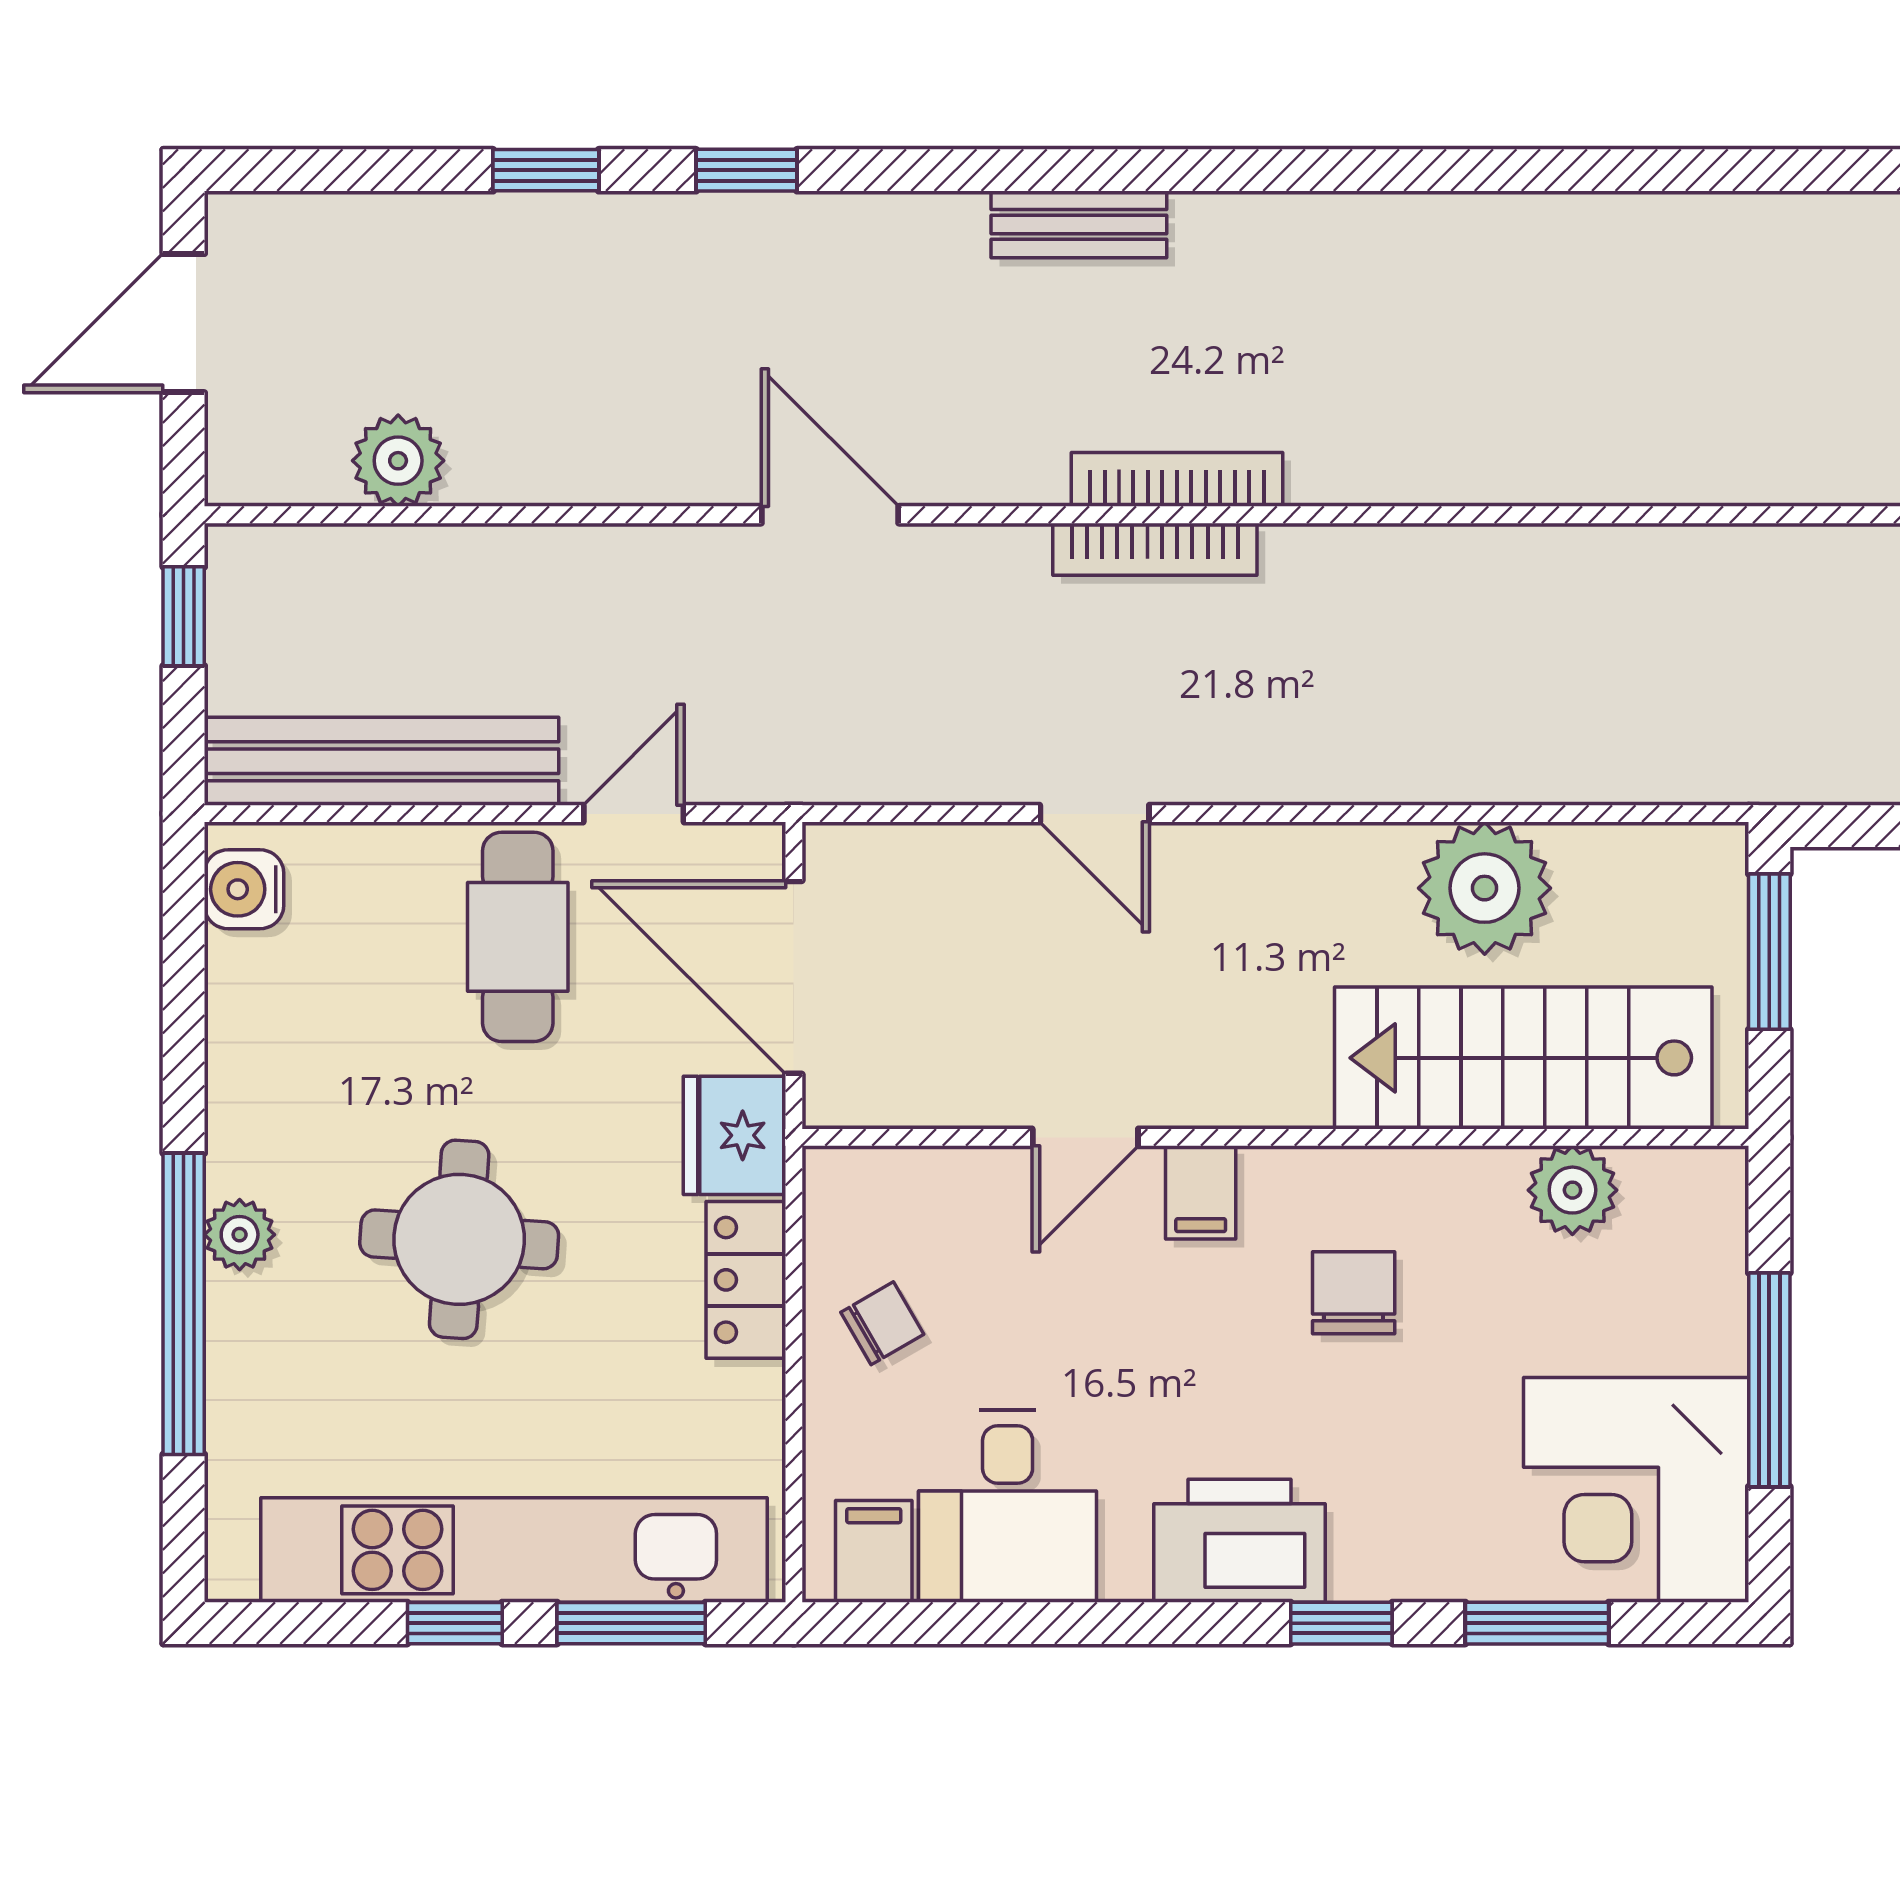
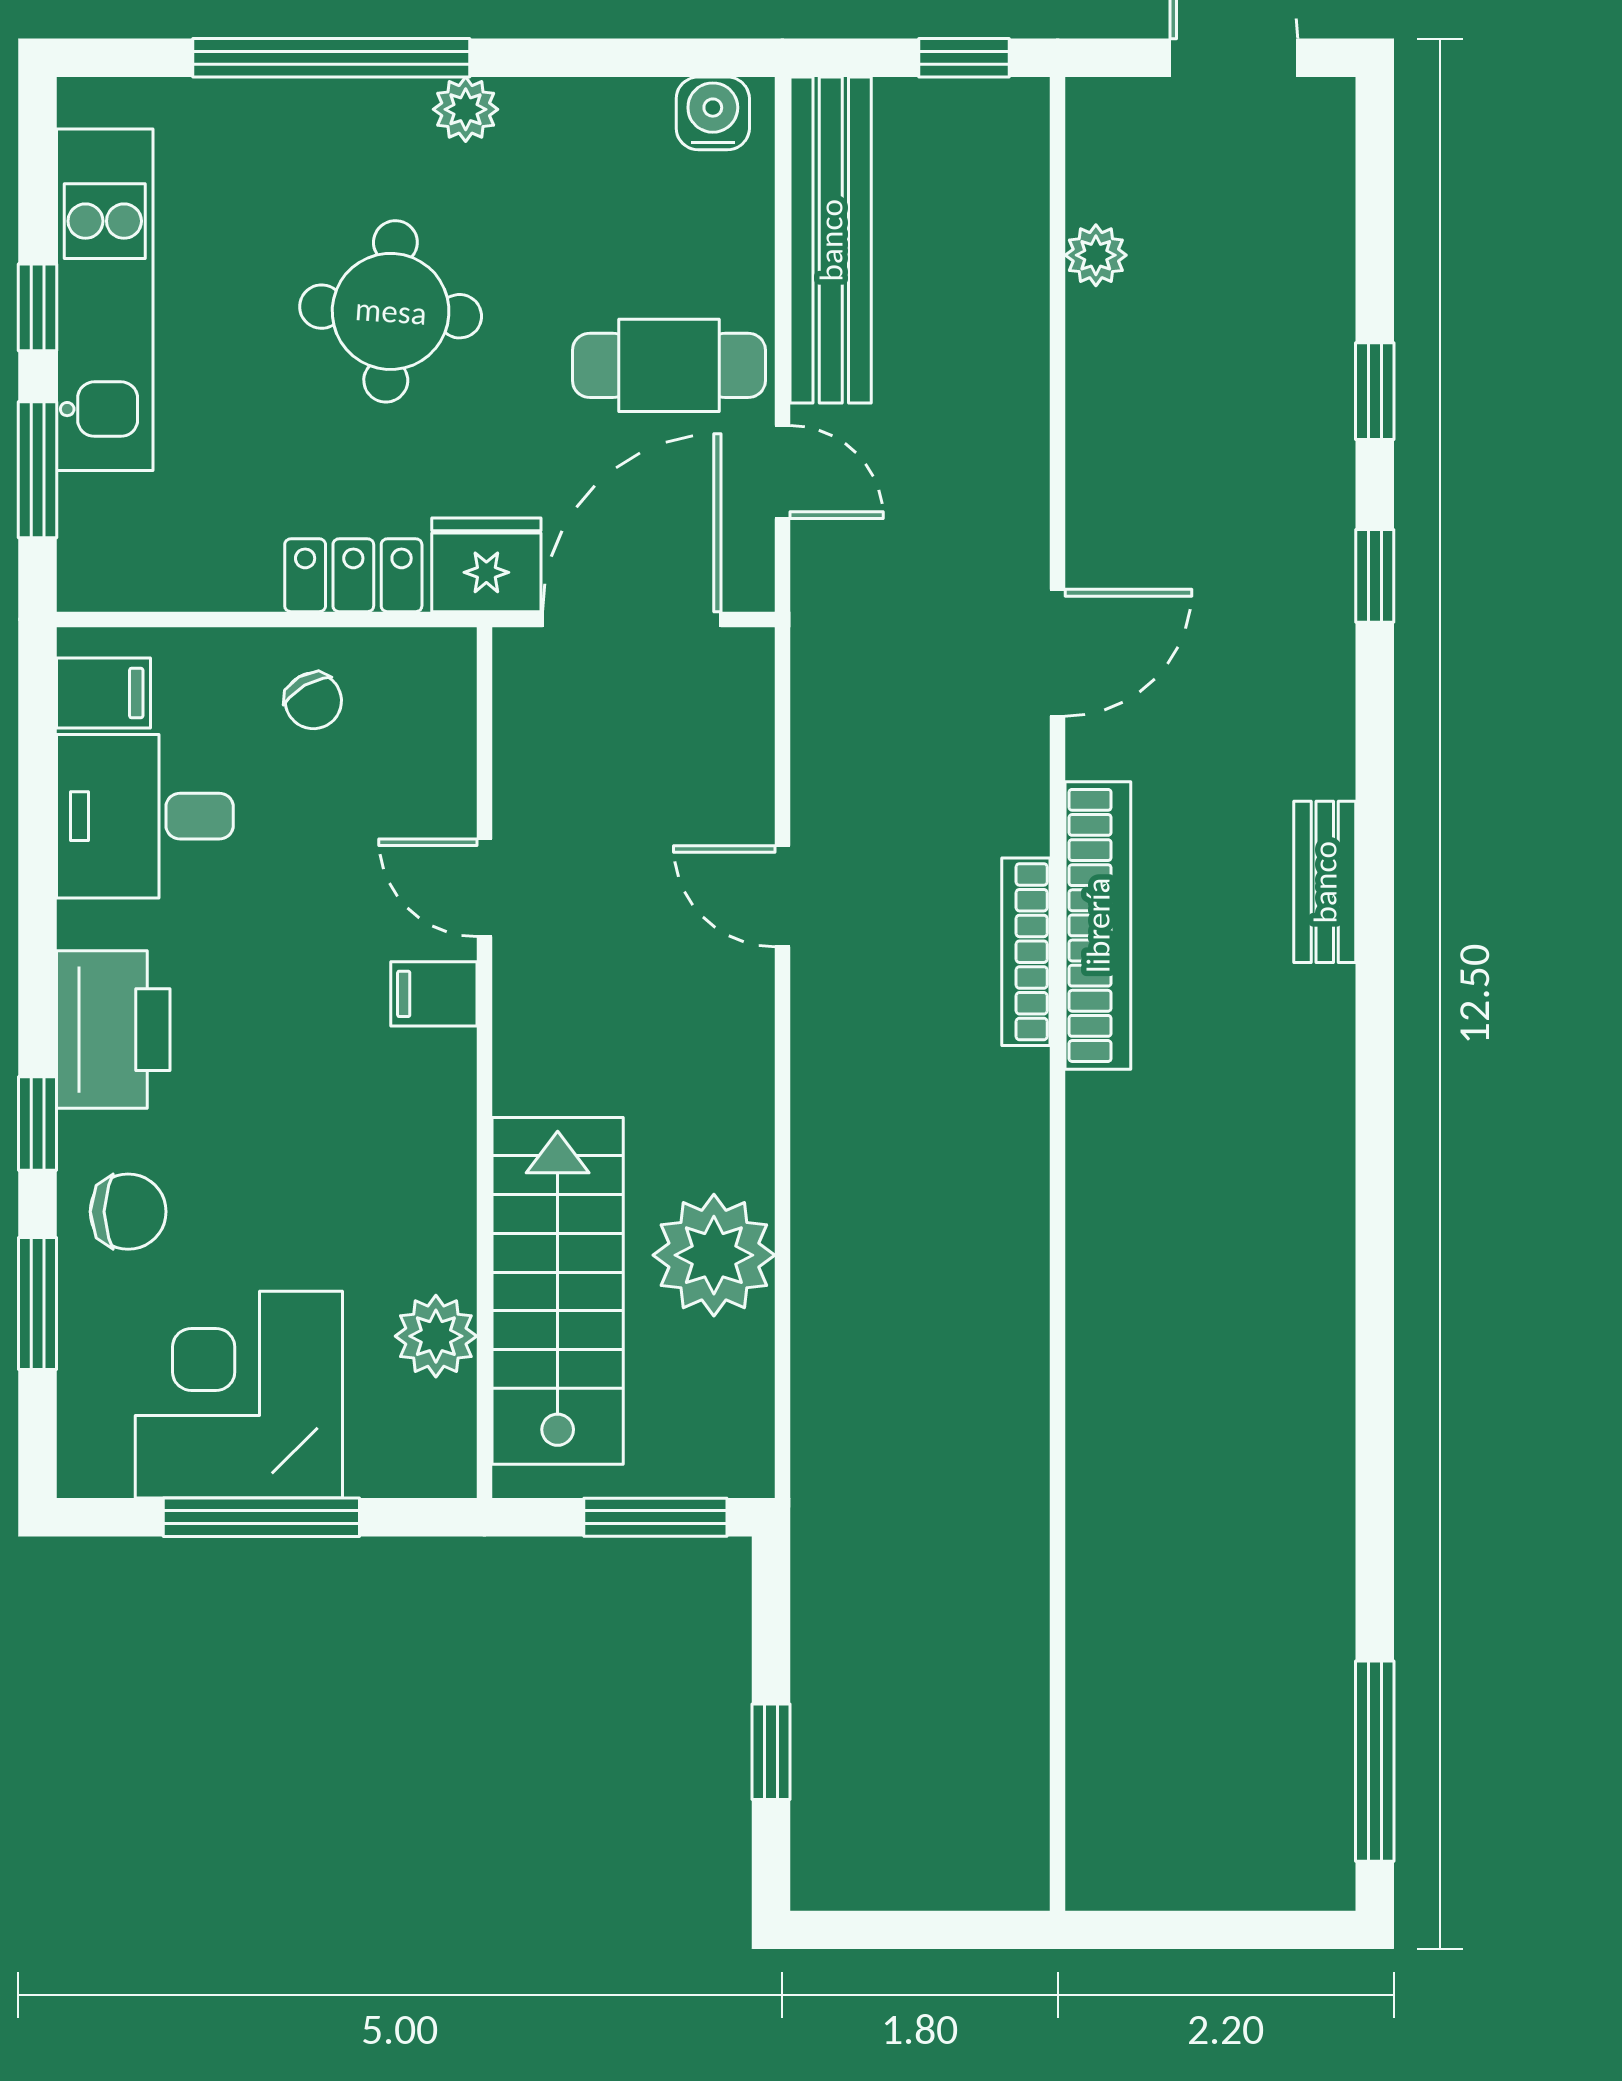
plant: (398, 461) -> (1096, 255), width x0.73, depth x0.73
bookcase: (1177, 479) -> (1098, 925), width x1.48, depth x1.31
door: (1095, 814) -> (782, 896), hinge flipped
plant: (240, 1235) -> (466, 109), moved
chair: (1354, 1293) -> (128, 1212), moved
corner desk: (1636, 1490) -> (239, 1395), moved
kitchen unit: (514, 1550) -> (105, 300), width x0.73

